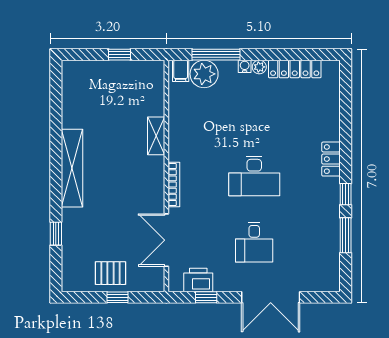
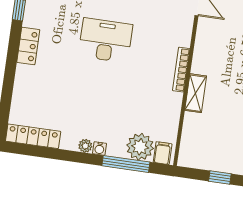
locker: (295, 69) -> (33, 136), moved
bookcase: (174, 185) -> (181, 70), moved

